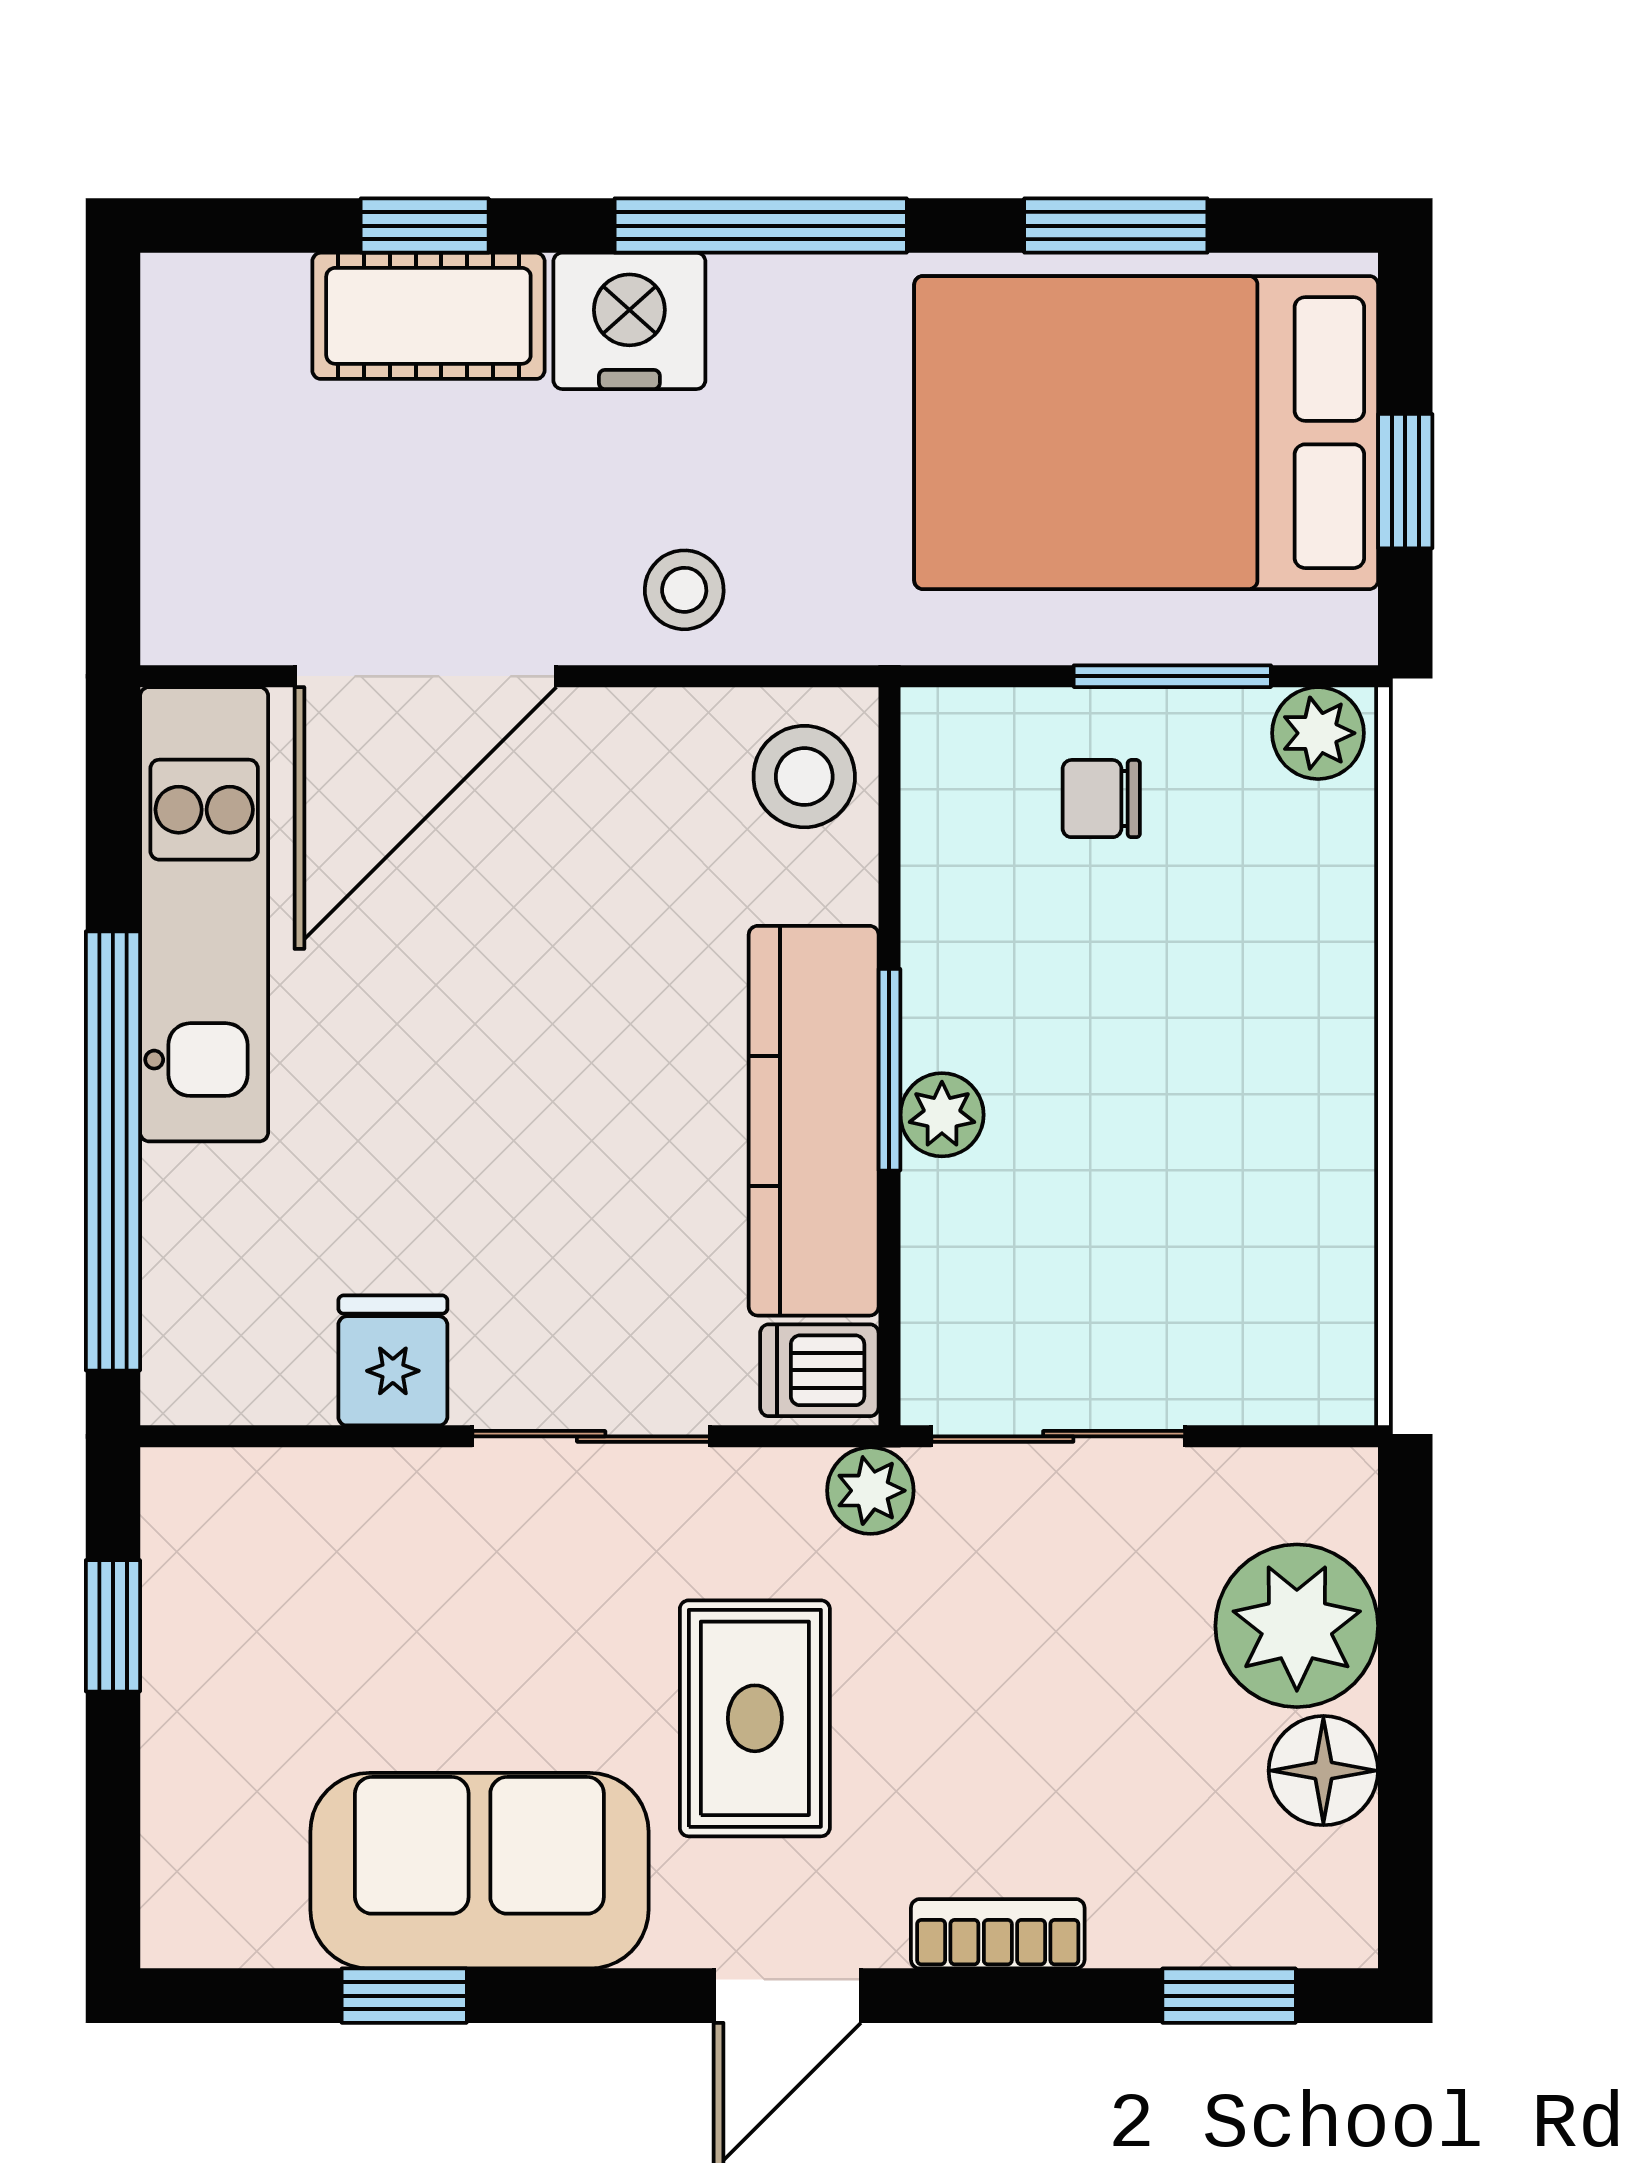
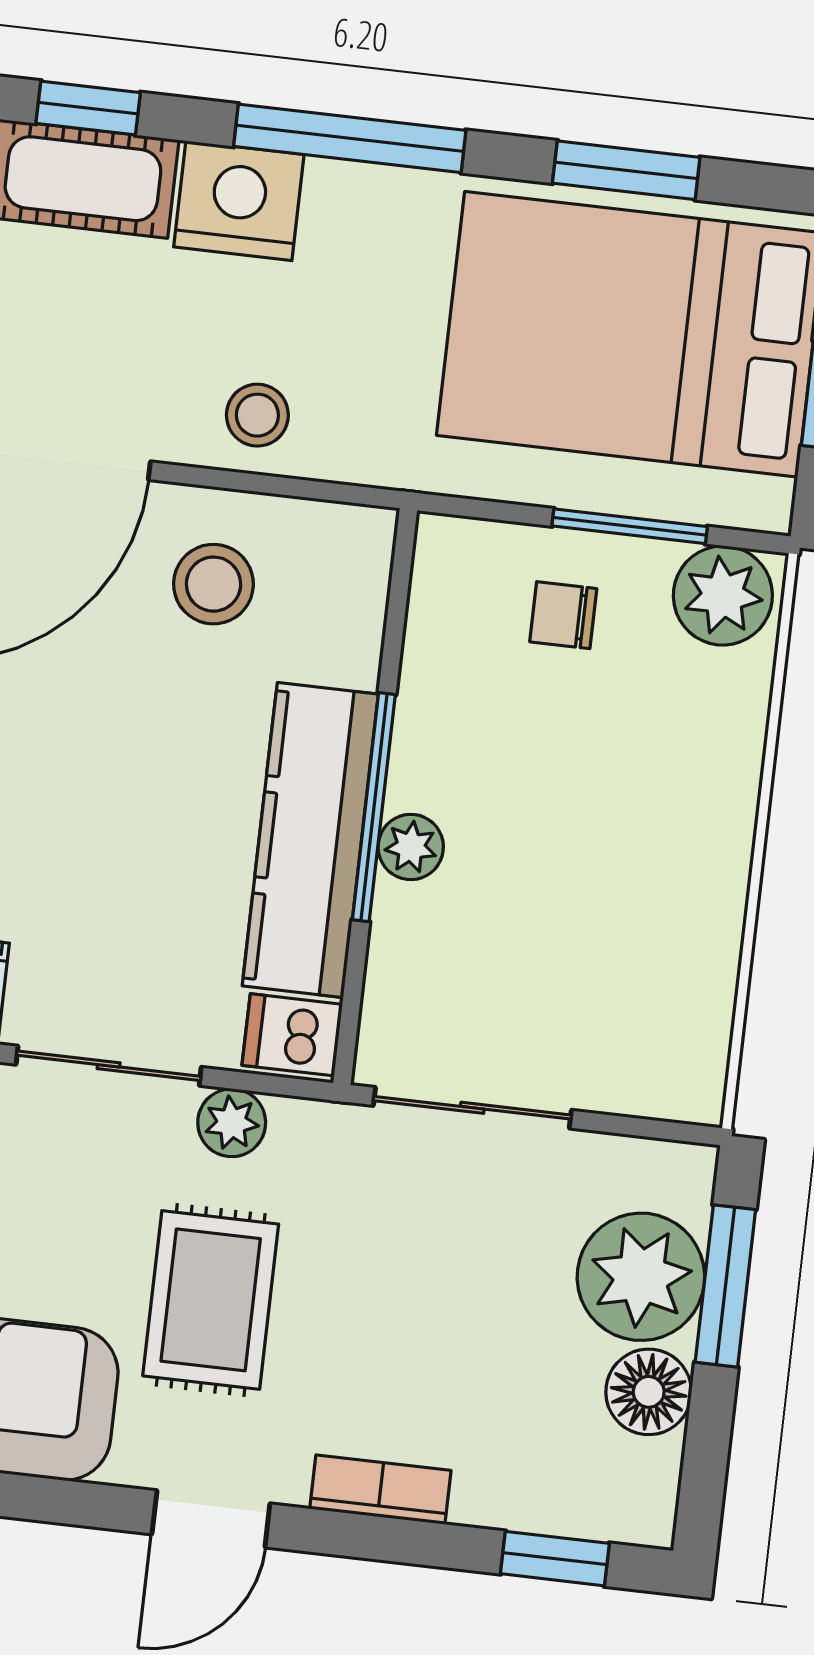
plant: (1318, 733) -> (723, 596), width x1.38, depth x1.38
stool: (804, 777) -> (213, 584), moved
window: (889, 1070) -> (374, 807), width x1.44
plant: (870, 1491) -> (232, 1123), moved
window: (1405, 1625) -> (725, 1286), added

